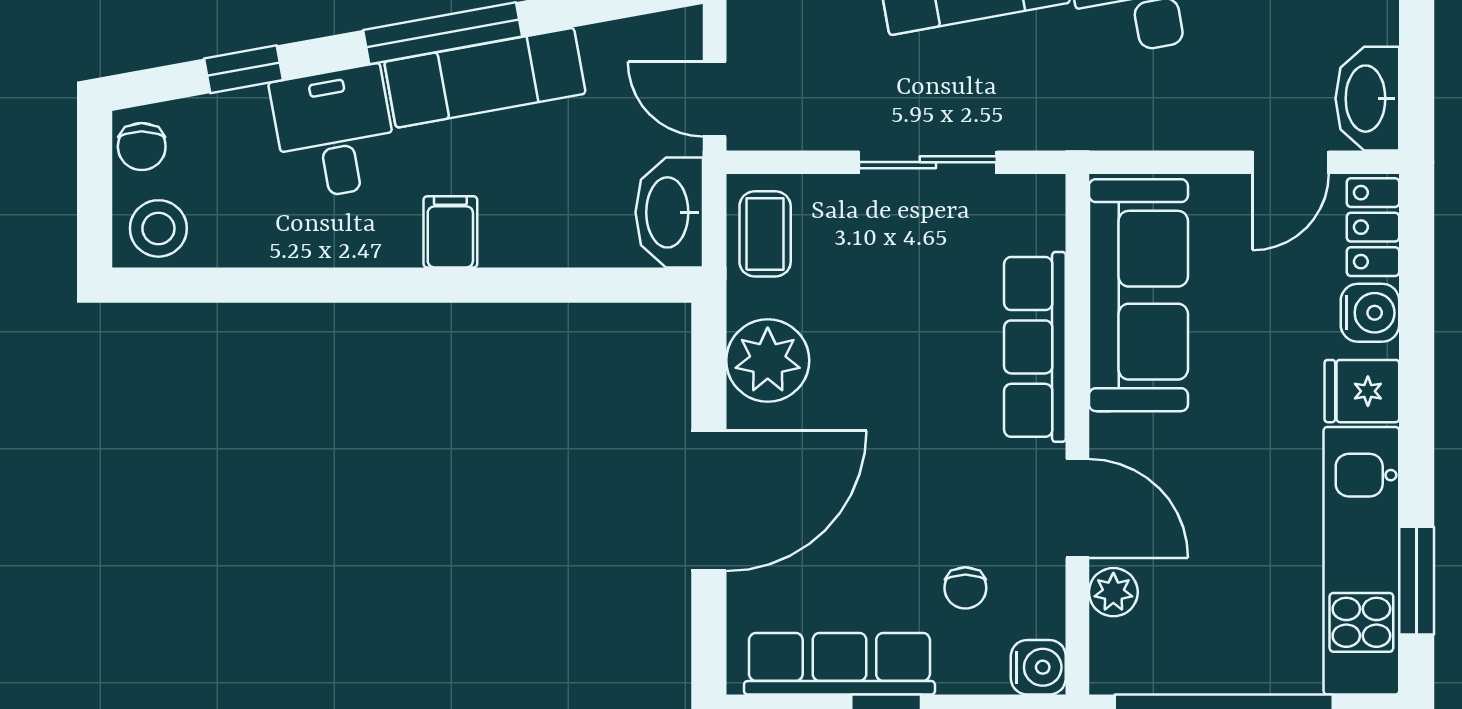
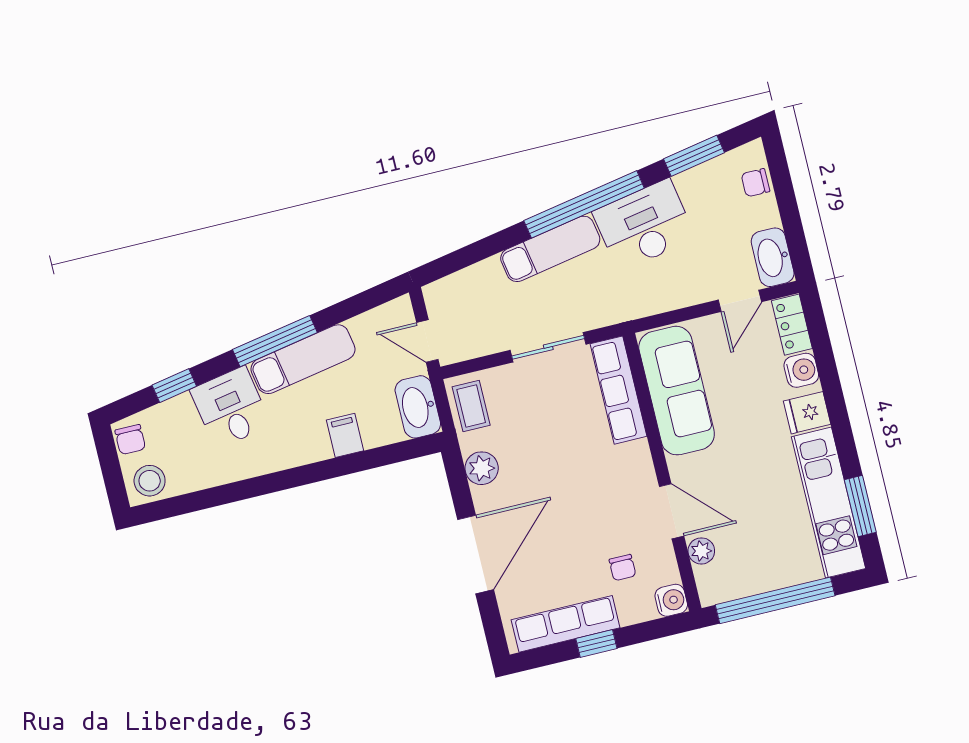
filing cabinet: (450, 232) -> (345, 435), moved
row of seats: (1035, 347) -> (618, 390), moved
plant: (768, 360) -> (482, 468), width x0.73, depth x0.73

